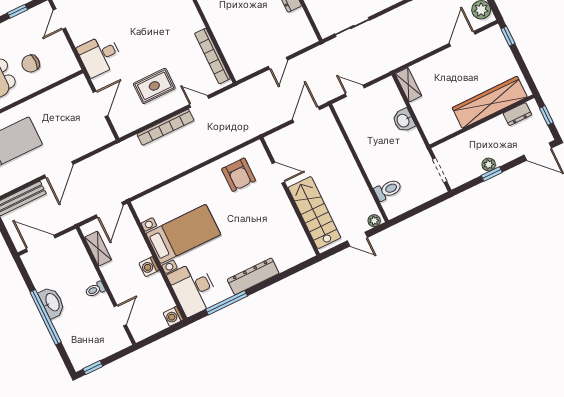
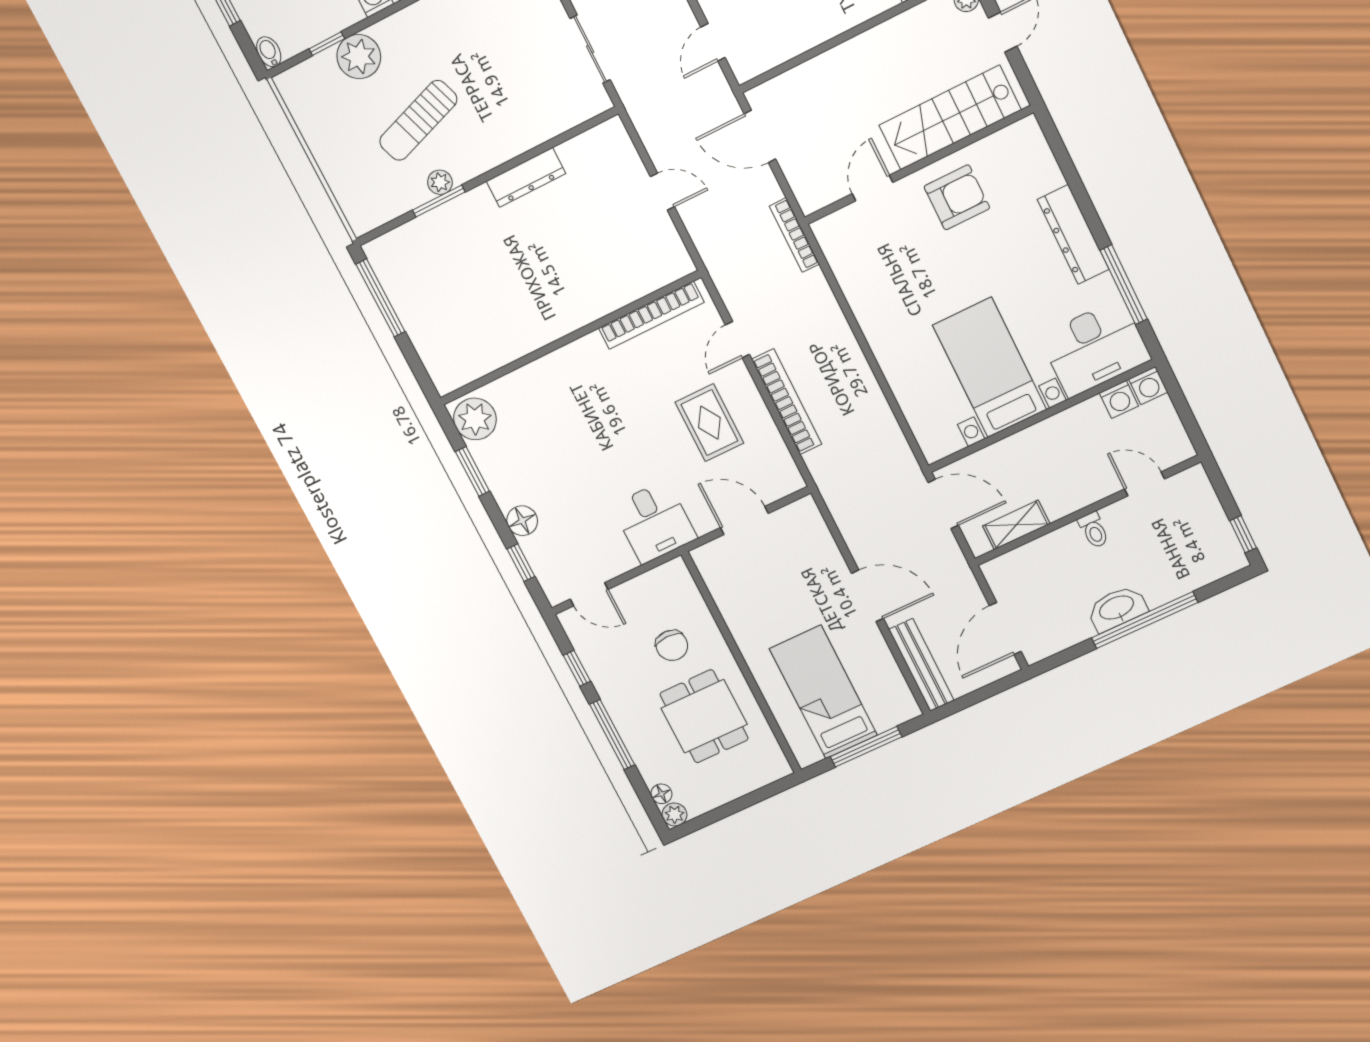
bookcase: (254, 132) -> (794, 235), added
armchair: (239, 175) -> (957, 197), moved
washing machine: (149, 267) -> (1119, 399), moved

